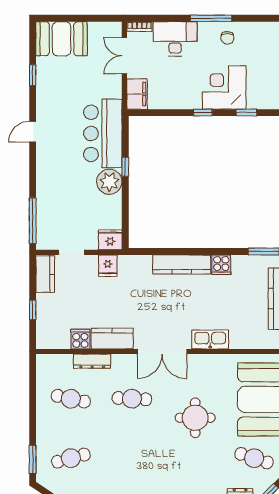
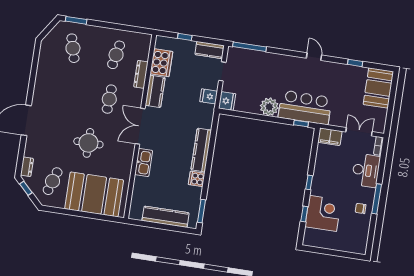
corner desk: (224, 88) -> (323, 213), moved
window: (125, 167) -> (301, 123), moved
cooker: (80, 339) -> (161, 63), width x1.87, depth x1.31

